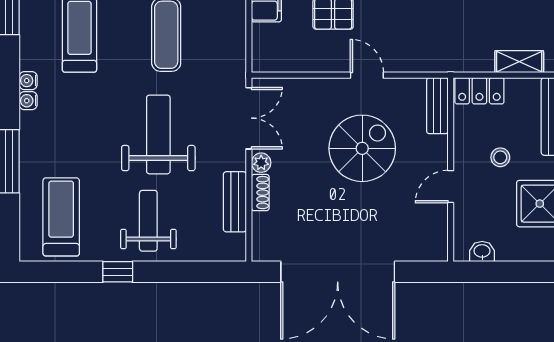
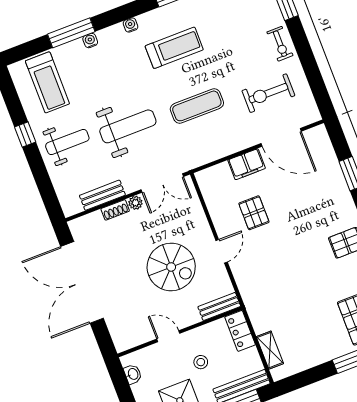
water cooler: (28, 101) -> (90, 41), moved
treadmill: (61, 217) -> (47, 82), turned 90

